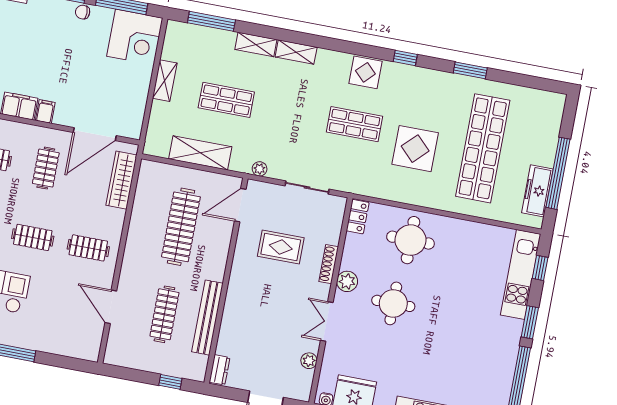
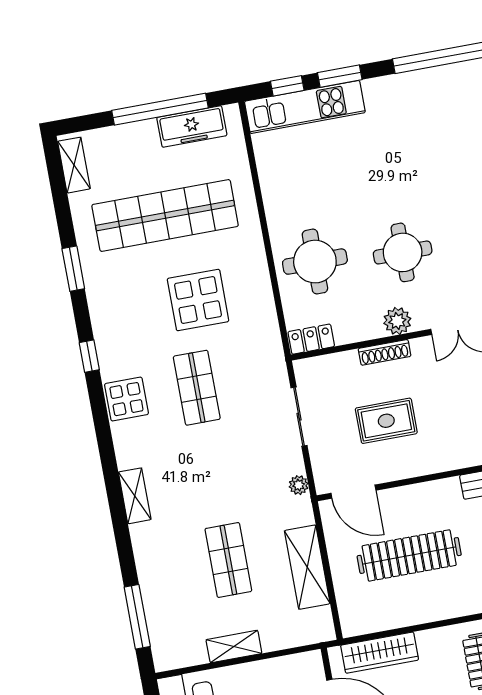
shelving: (256, 44) -> (74, 165), moved
rug: (281, 247) -> (386, 421), turned 90
window: (530, 322) -> (340, 76), moved

